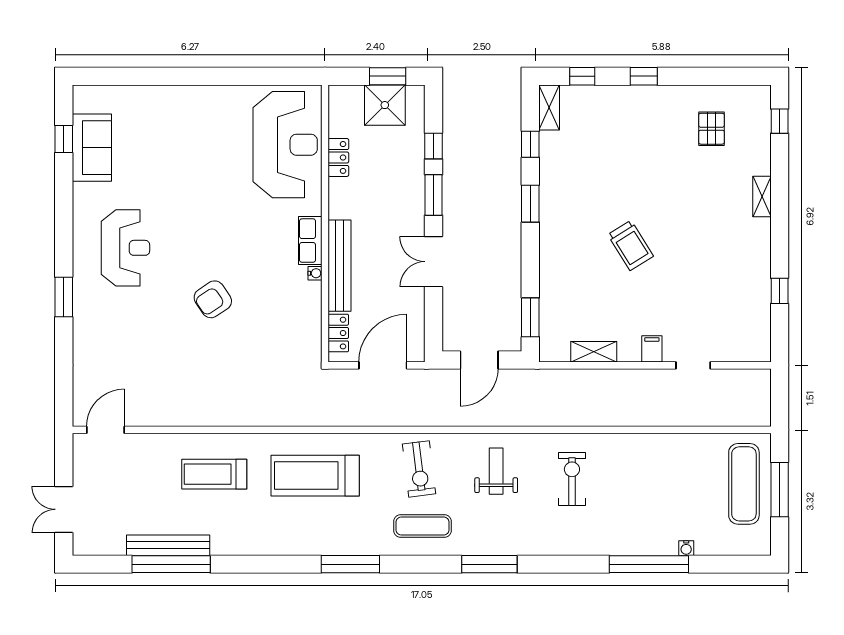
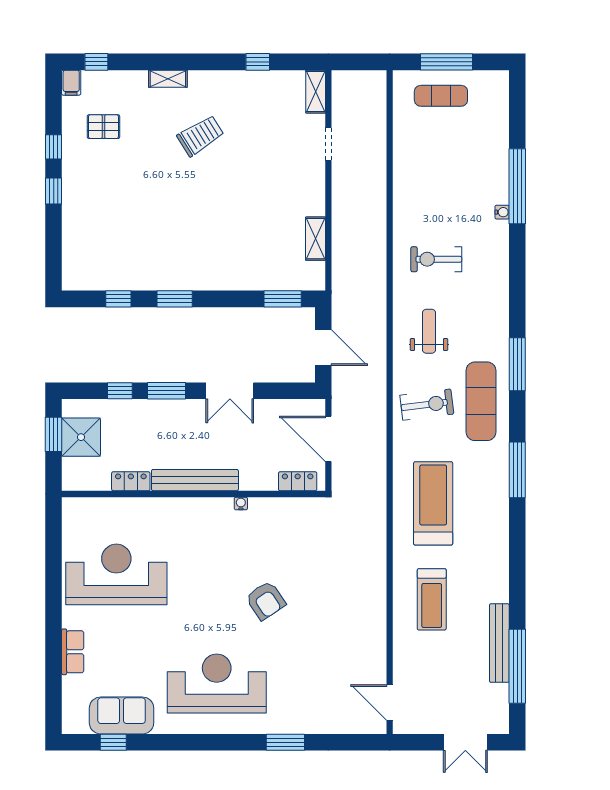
window: (582, 76) -> (54, 147), moved
shelving: (549, 108) -> (316, 92), moved, turned 90
reception desk: (285, 145) -> (116, 574), moved
row of seats: (310, 241) -> (73, 652), moved, turned -90
trolley: (630, 245) -> (200, 136), moved
reception desk: (125, 248) -> (217, 684), width x1.36, depth x1.30
bench: (340, 266) -> (195, 480), moved
window: (64, 297) -> (285, 742), moved
filing cabinet: (652, 349) -> (71, 83), moved, turned -90
weight bench: (496, 471) -> (429, 331), turned 90
treadmill: (315, 476) -> (433, 503), turned 180
exercise mat: (744, 484) -> (441, 96), width x0.73, depth x0.69
exercise mat: (423, 526) -> (481, 401), width x1.36, depth x1.45
water cooler: (686, 548) -> (502, 212), moved
window: (171, 564) -> (517, 666), moved
window: (489, 564) -> (517, 364), moved

